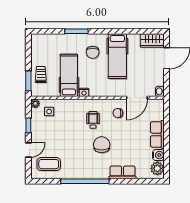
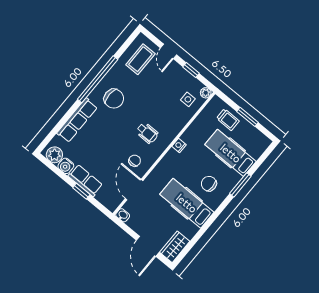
hospital bed: (69, 75) -> (231, 153), moved, turned 180
window: (28, 81) -> (247, 117), moved
window: (166, 131) -> (81, 191), added
chair: (102, 145) -> (114, 99), moved
row of seats: (123, 172) -> (77, 120), width x1.48

